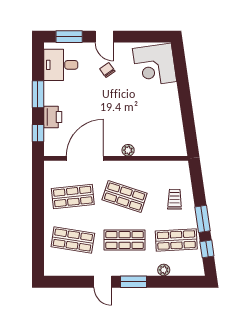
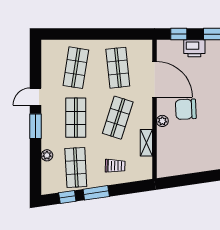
chair: (116, 126) -> (186, 109), added
shelving: (151, 167) -> (146, 143), added

